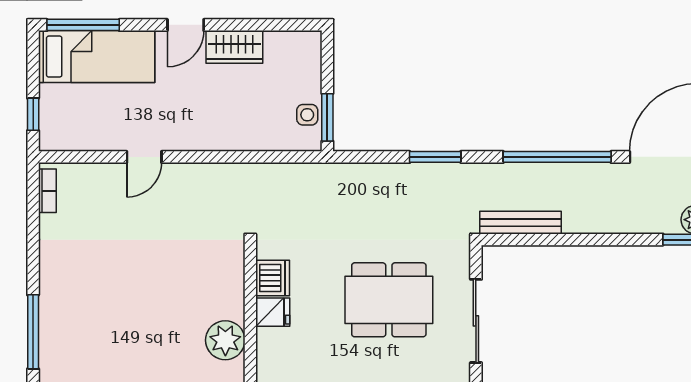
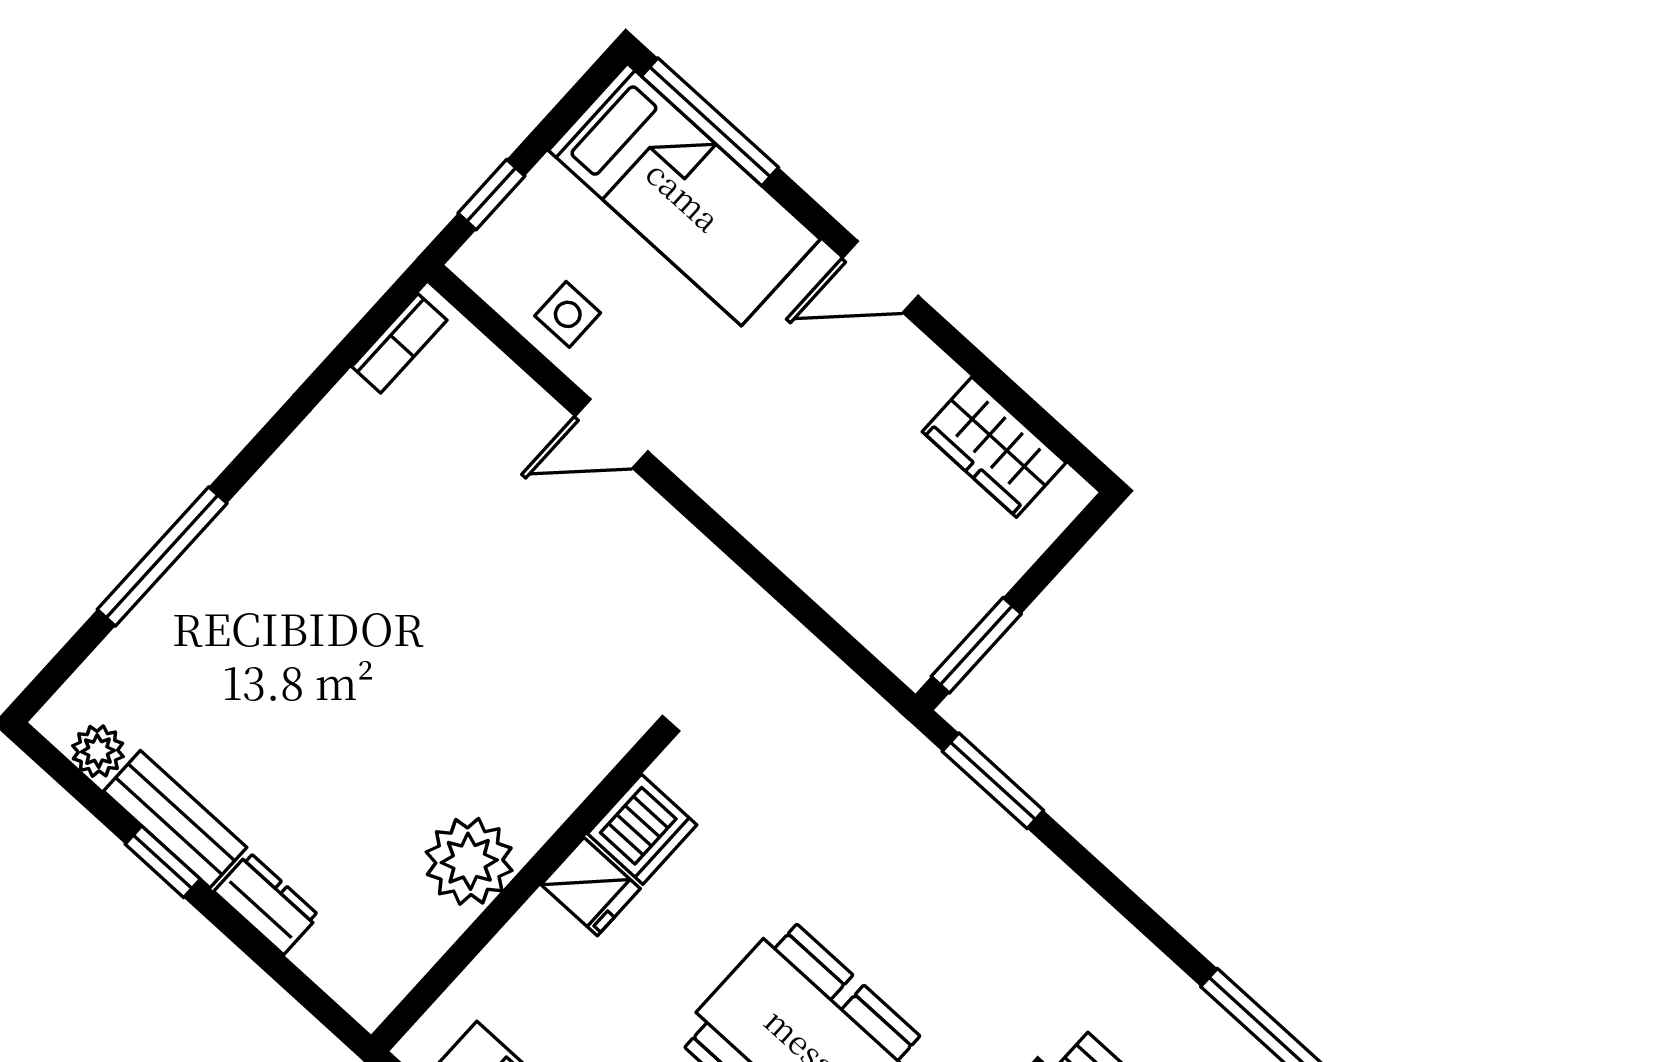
wardrobe: (234, 47) -> (994, 447), moved
side table: (307, 115) -> (568, 314), moved
window: (435, 157) -> (993, 781), moved

